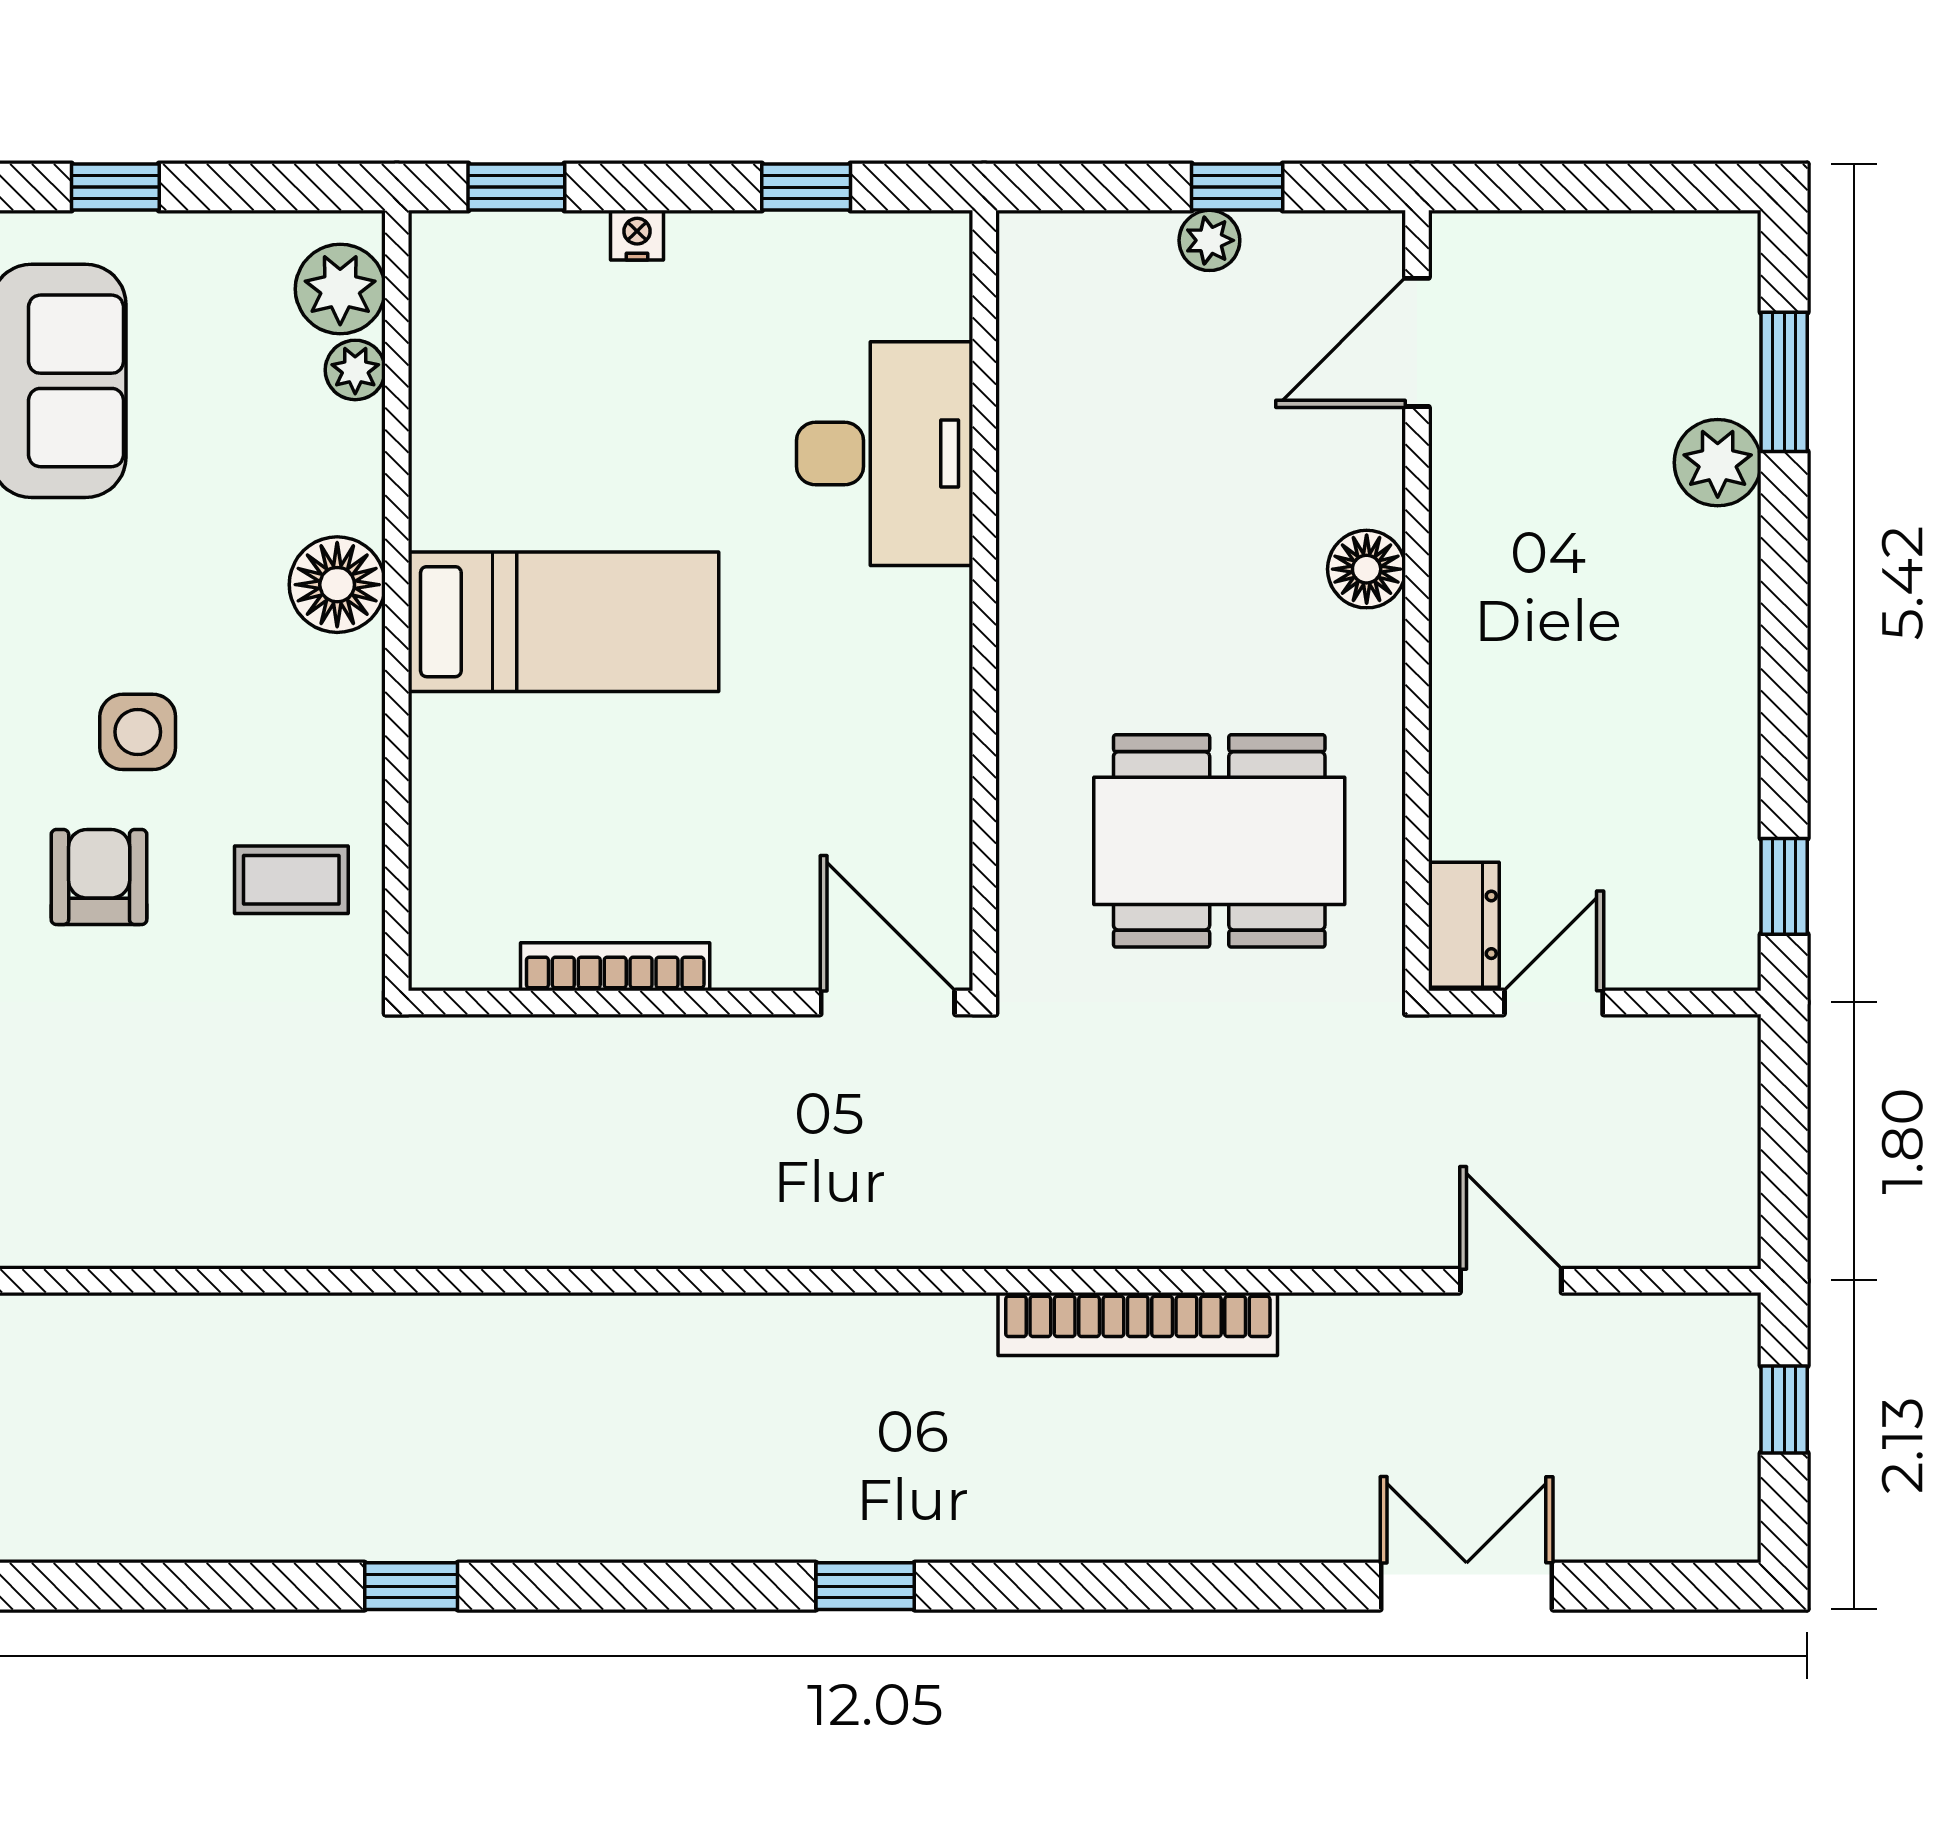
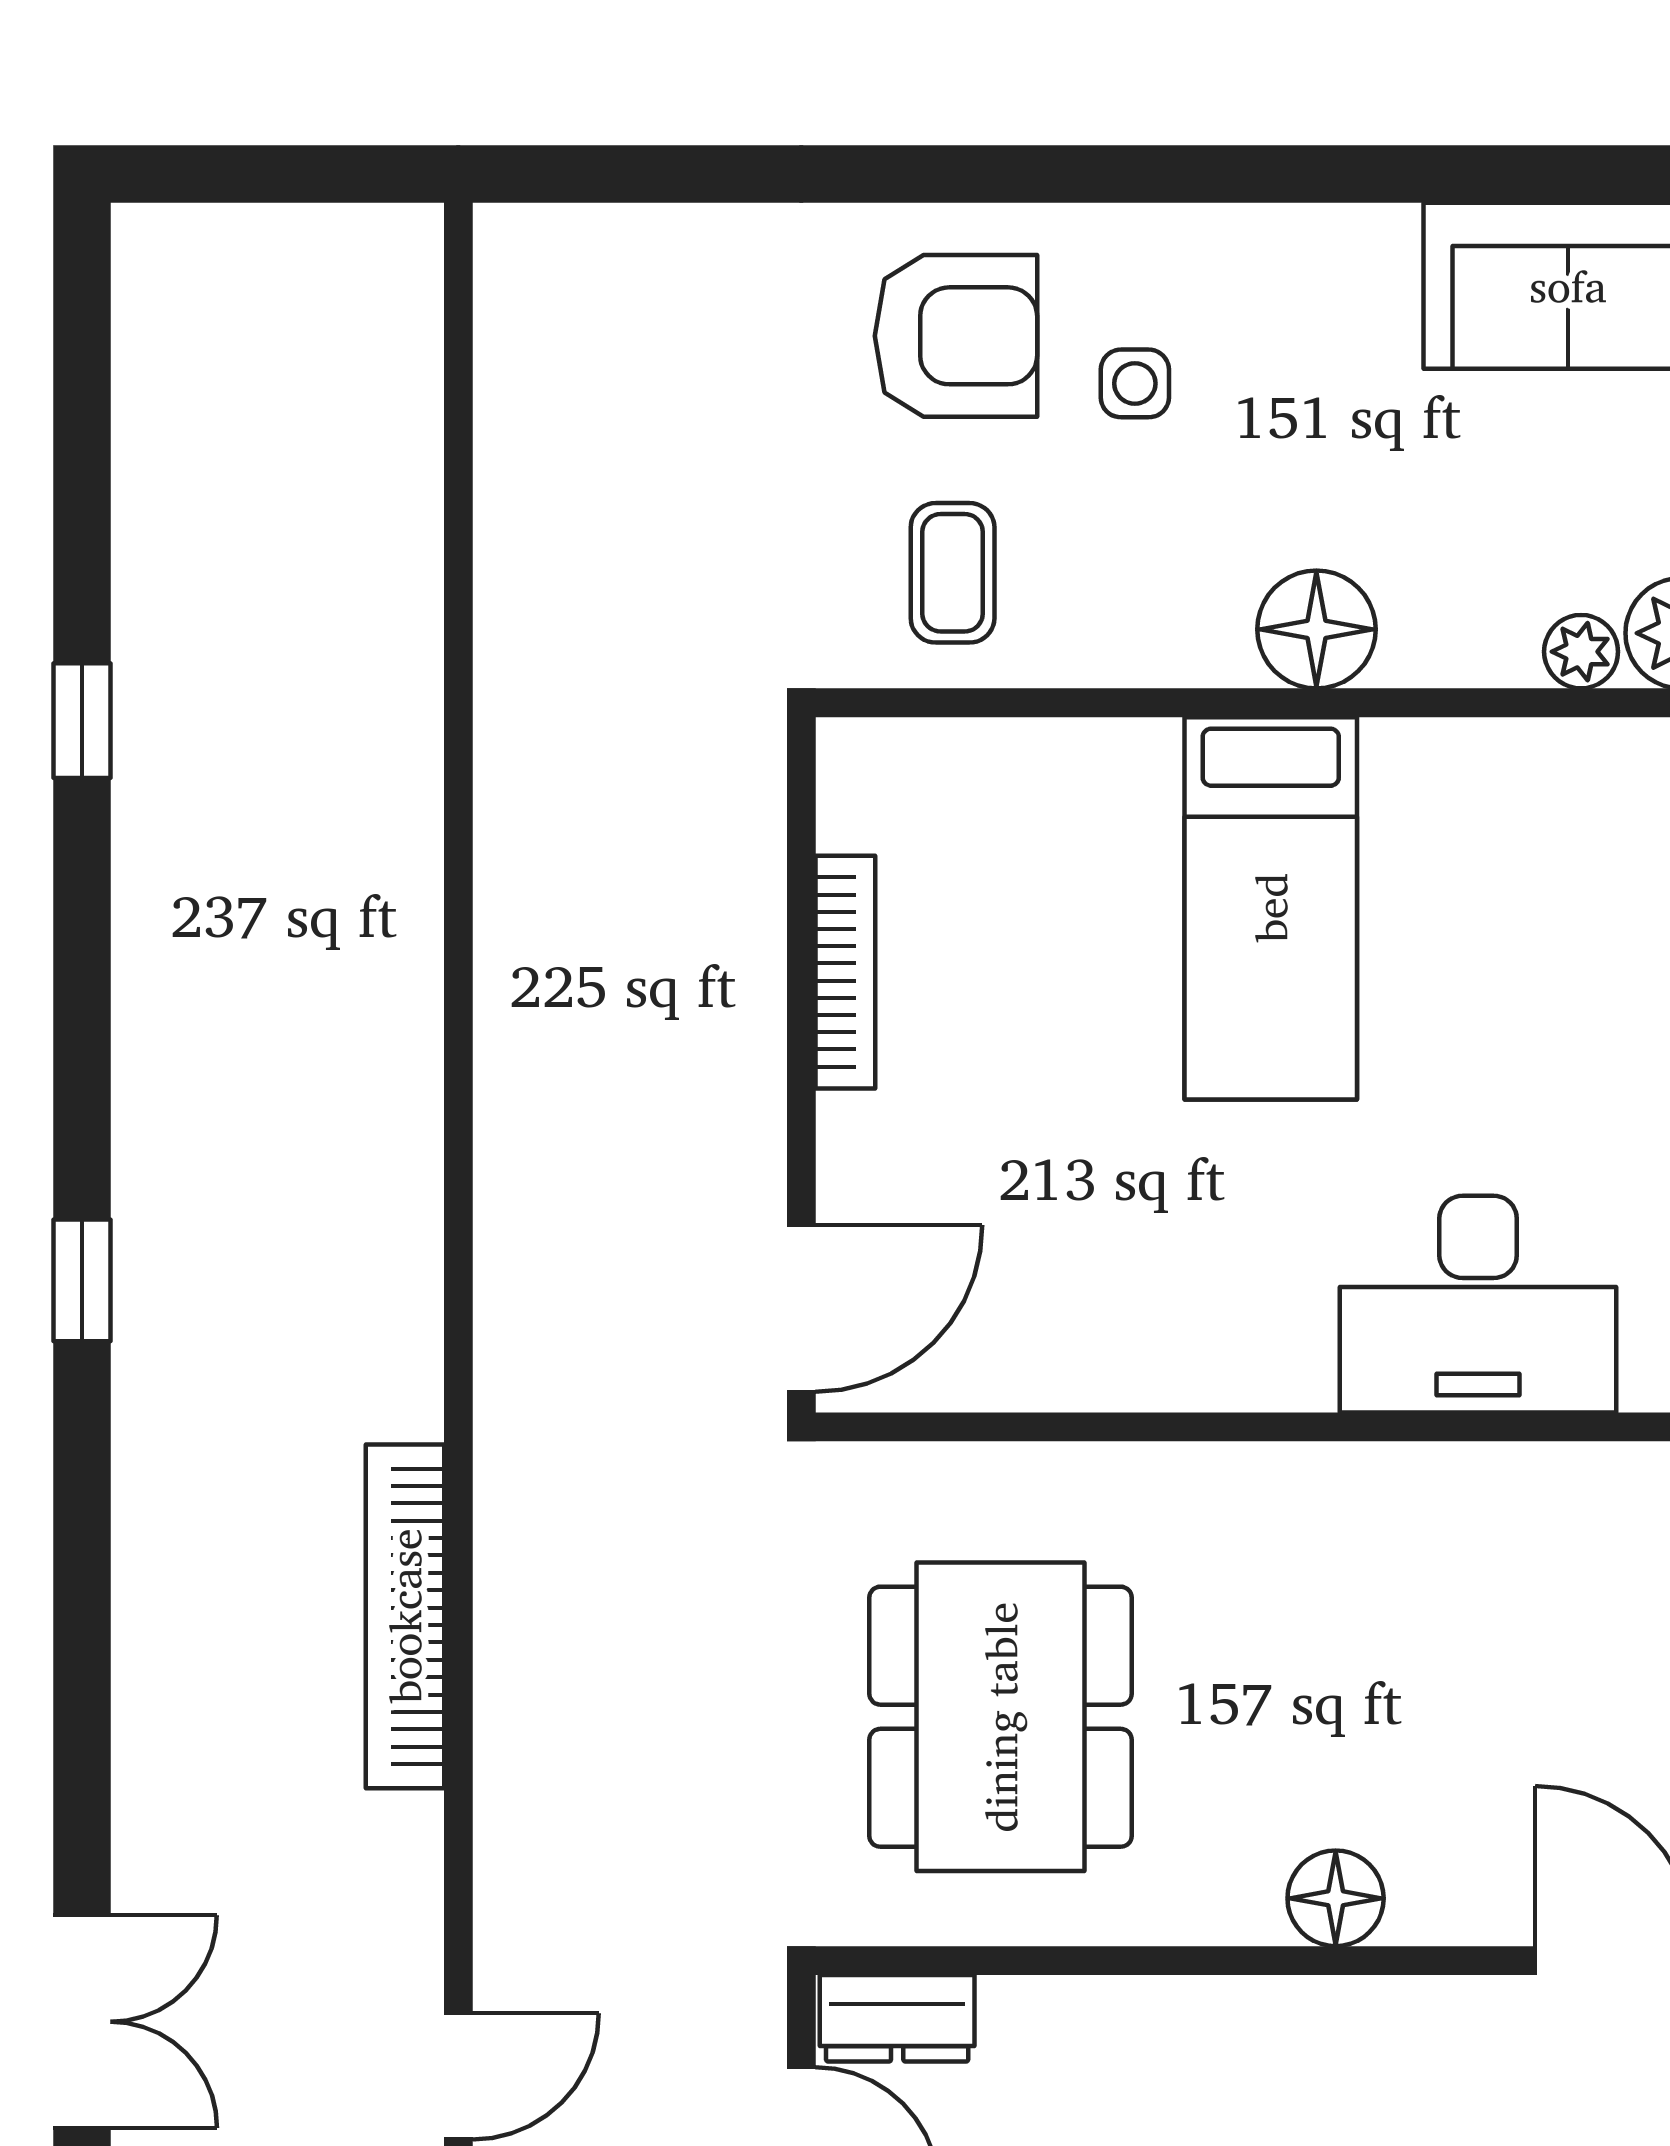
side table: (138, 732) -> (1135, 383), width x0.73, depth x0.73
armchair: (99, 877) -> (956, 336), width x1.38, depth x1.38

